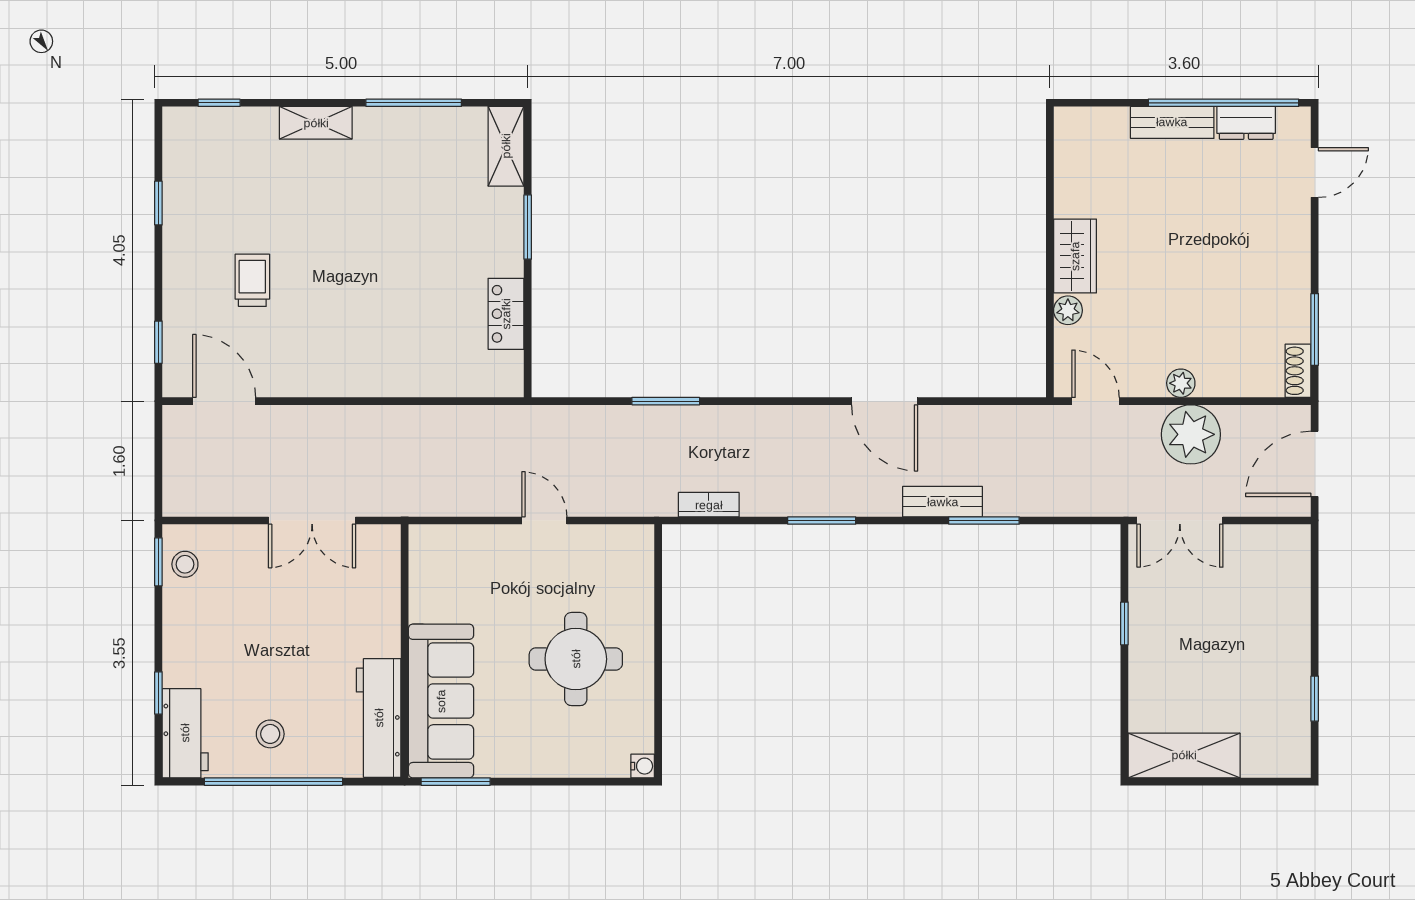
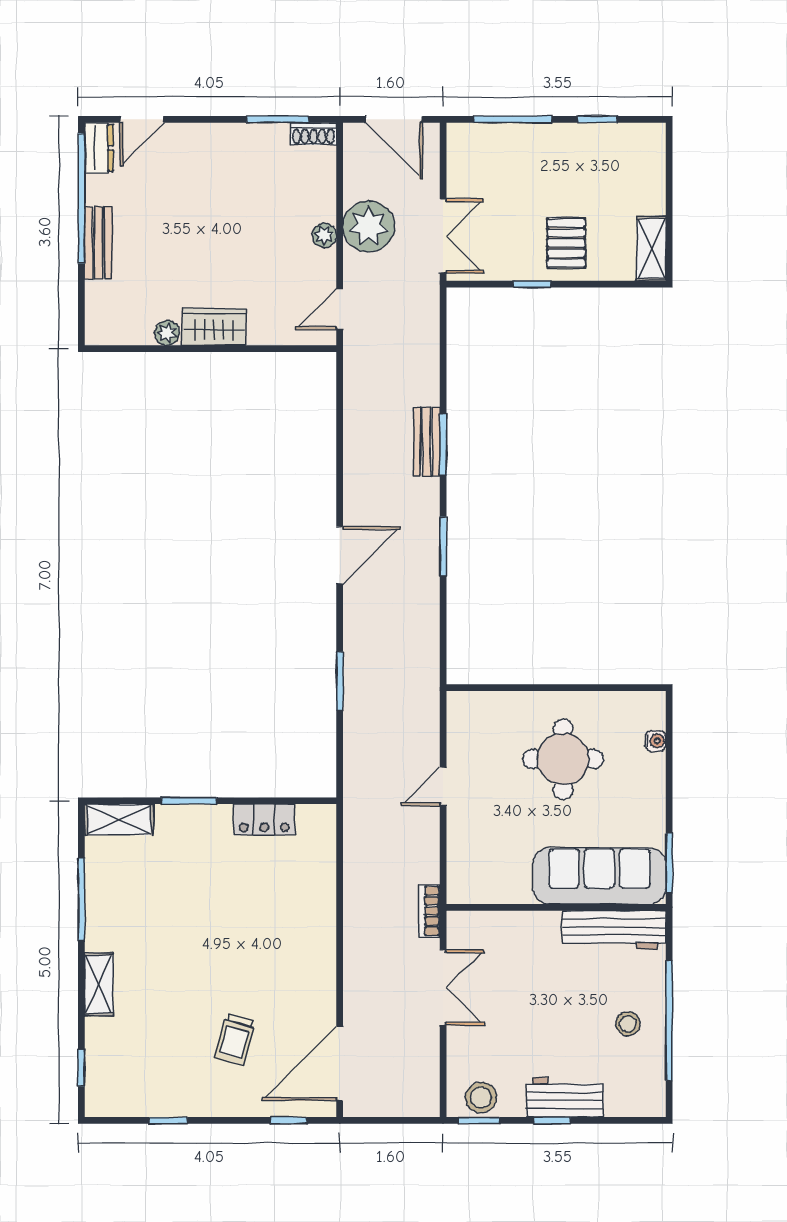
dresser: (1246, 123) -> (99, 148), moved
door: (1315, 173) -> (142, 119), swing flipped
trolley: (252, 280) -> (235, 1039), turned -75
plant: (1068, 310) -> (167, 333), moved
door: (224, 401) -> (340, 1064), width x1.36
door: (885, 401) -> (340, 555), moved
bookcase: (709, 505) -> (429, 911), moved
window: (984, 520) -> (443, 445), moved
stool: (185, 564) -> (481, 1097), width x1.37, depth x1.37
window: (1315, 601) -> (513, 119), added
pallet: (1172, 663) -> (566, 243), added
window: (158, 693) -> (552, 1120), moved
workbench: (185, 733) -> (565, 1097), moved
shelving: (1184, 755) -> (651, 248), width x0.67, depth x0.75
water cooler: (643, 766) -> (656, 741), moved, turned 90

